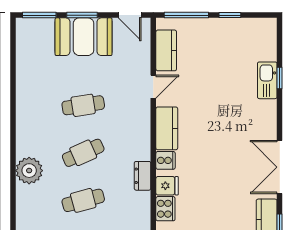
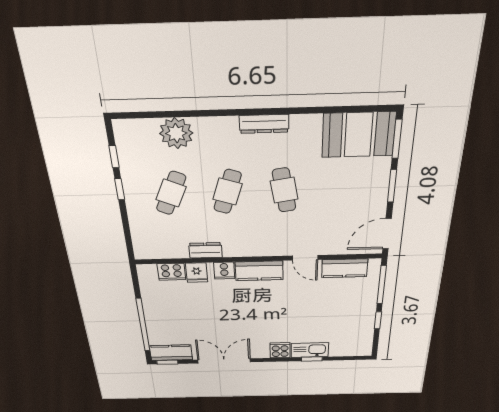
door: (130, 15) -> (387, 234), width x1.38
booth: (84, 37) -> (359, 135), moved, turned 90
cooker: (267, 110) -> (280, 350), added
dresser: (23, 121) -> (264, 124), added
cafe table: (83, 153) -> (228, 192), turned 42
plant: (29, 171) -> (176, 133), moved
cafe table: (83, 200) -> (171, 193), turned 39

